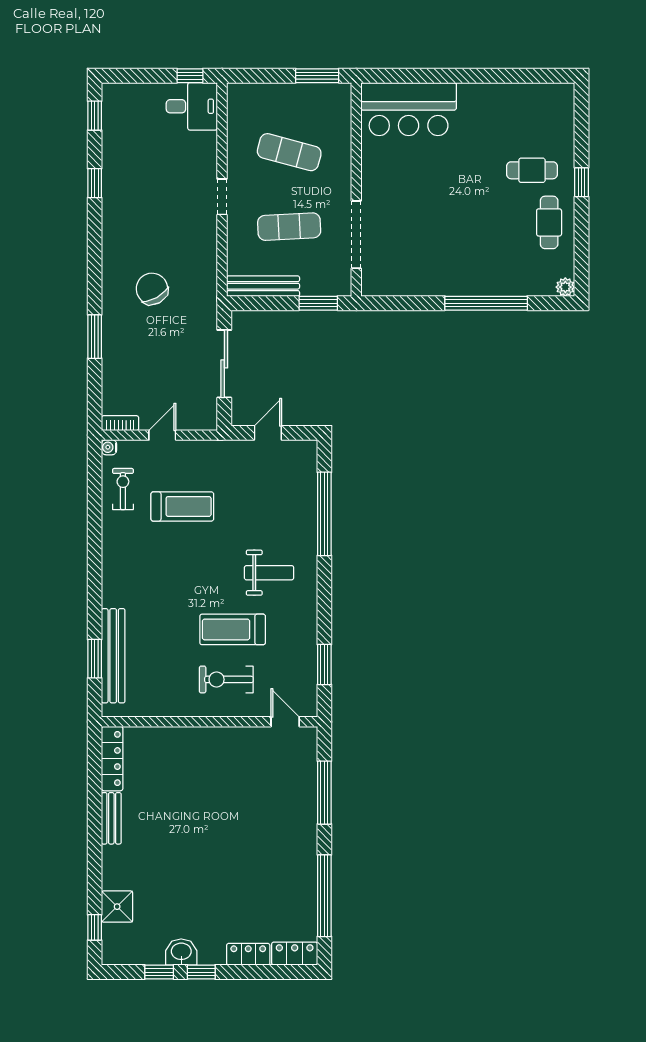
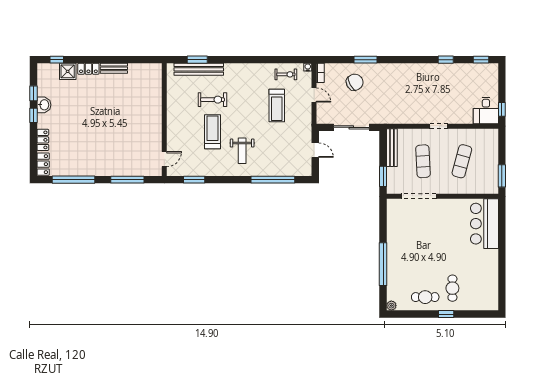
chair: (152, 289) -> (355, 82), moved
exercise bike: (226, 679) -> (212, 100), moved, turned 90
locker: (112, 759) -> (88, 69), moved, width x0.66

